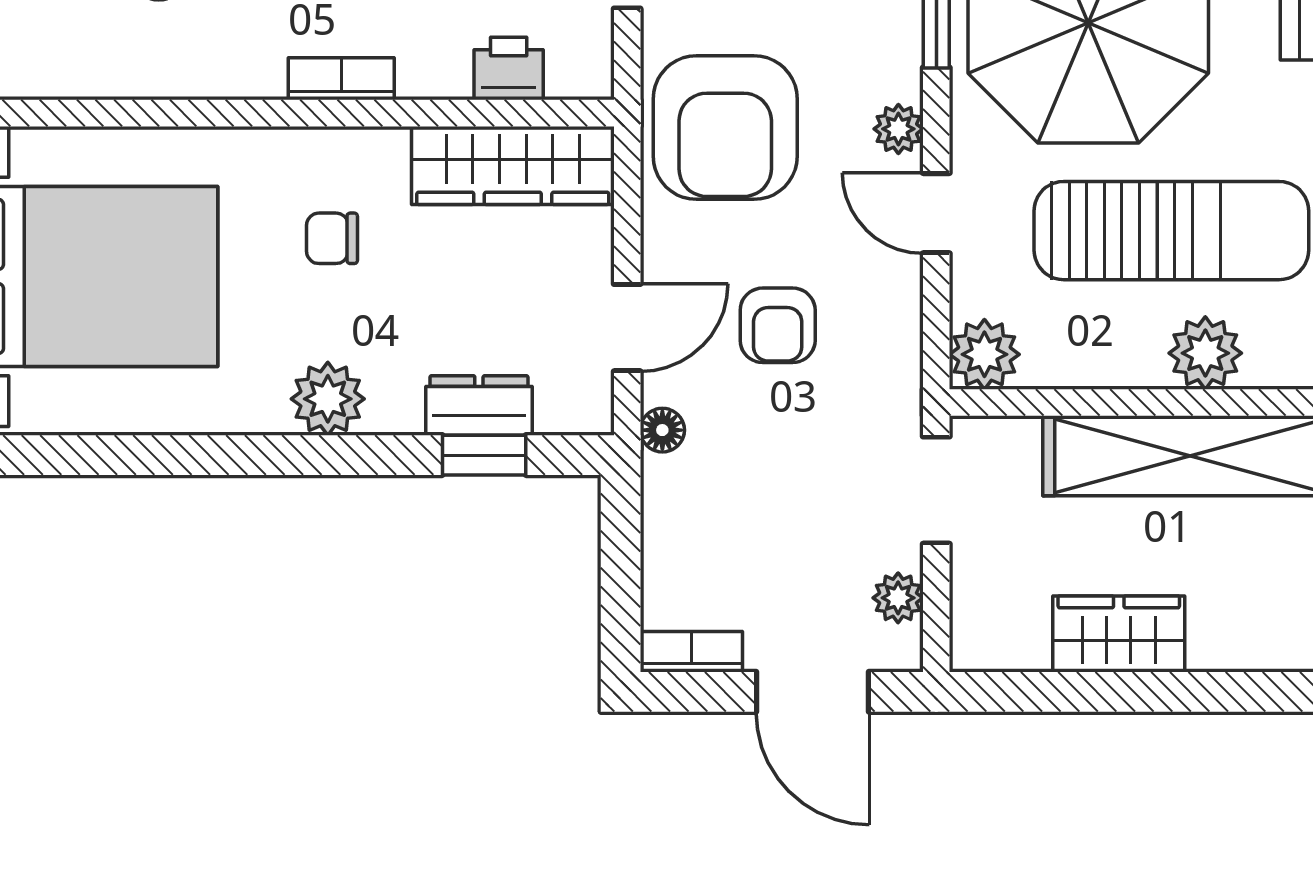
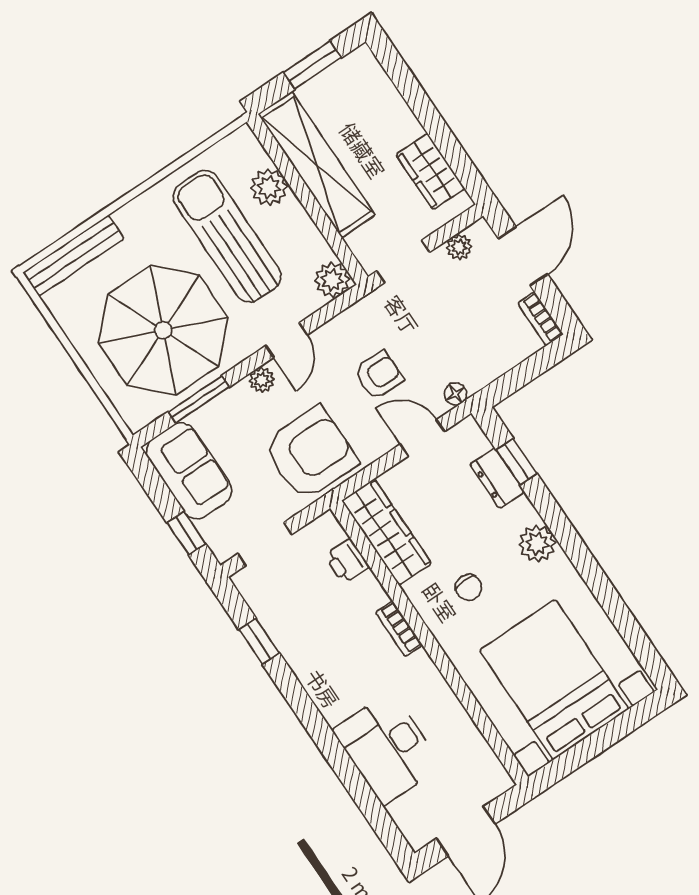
wardrobe: (1119, 634) -> (430, 172), moved

